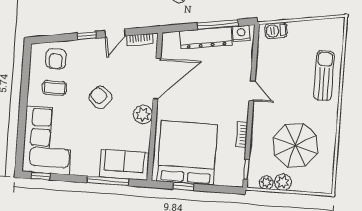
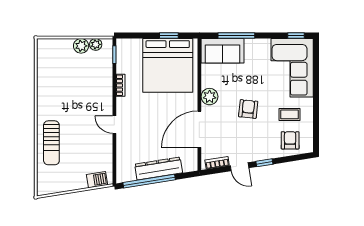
window: (218, 24) -> (149, 181), width x1.46
door: (115, 33) -> (240, 167), swing flipped
nightstand: (241, 33) -> (128, 175), removed
armchair: (100, 97) -> (248, 109), turned -124
parasol: (295, 145) -> (72, 79), removed

